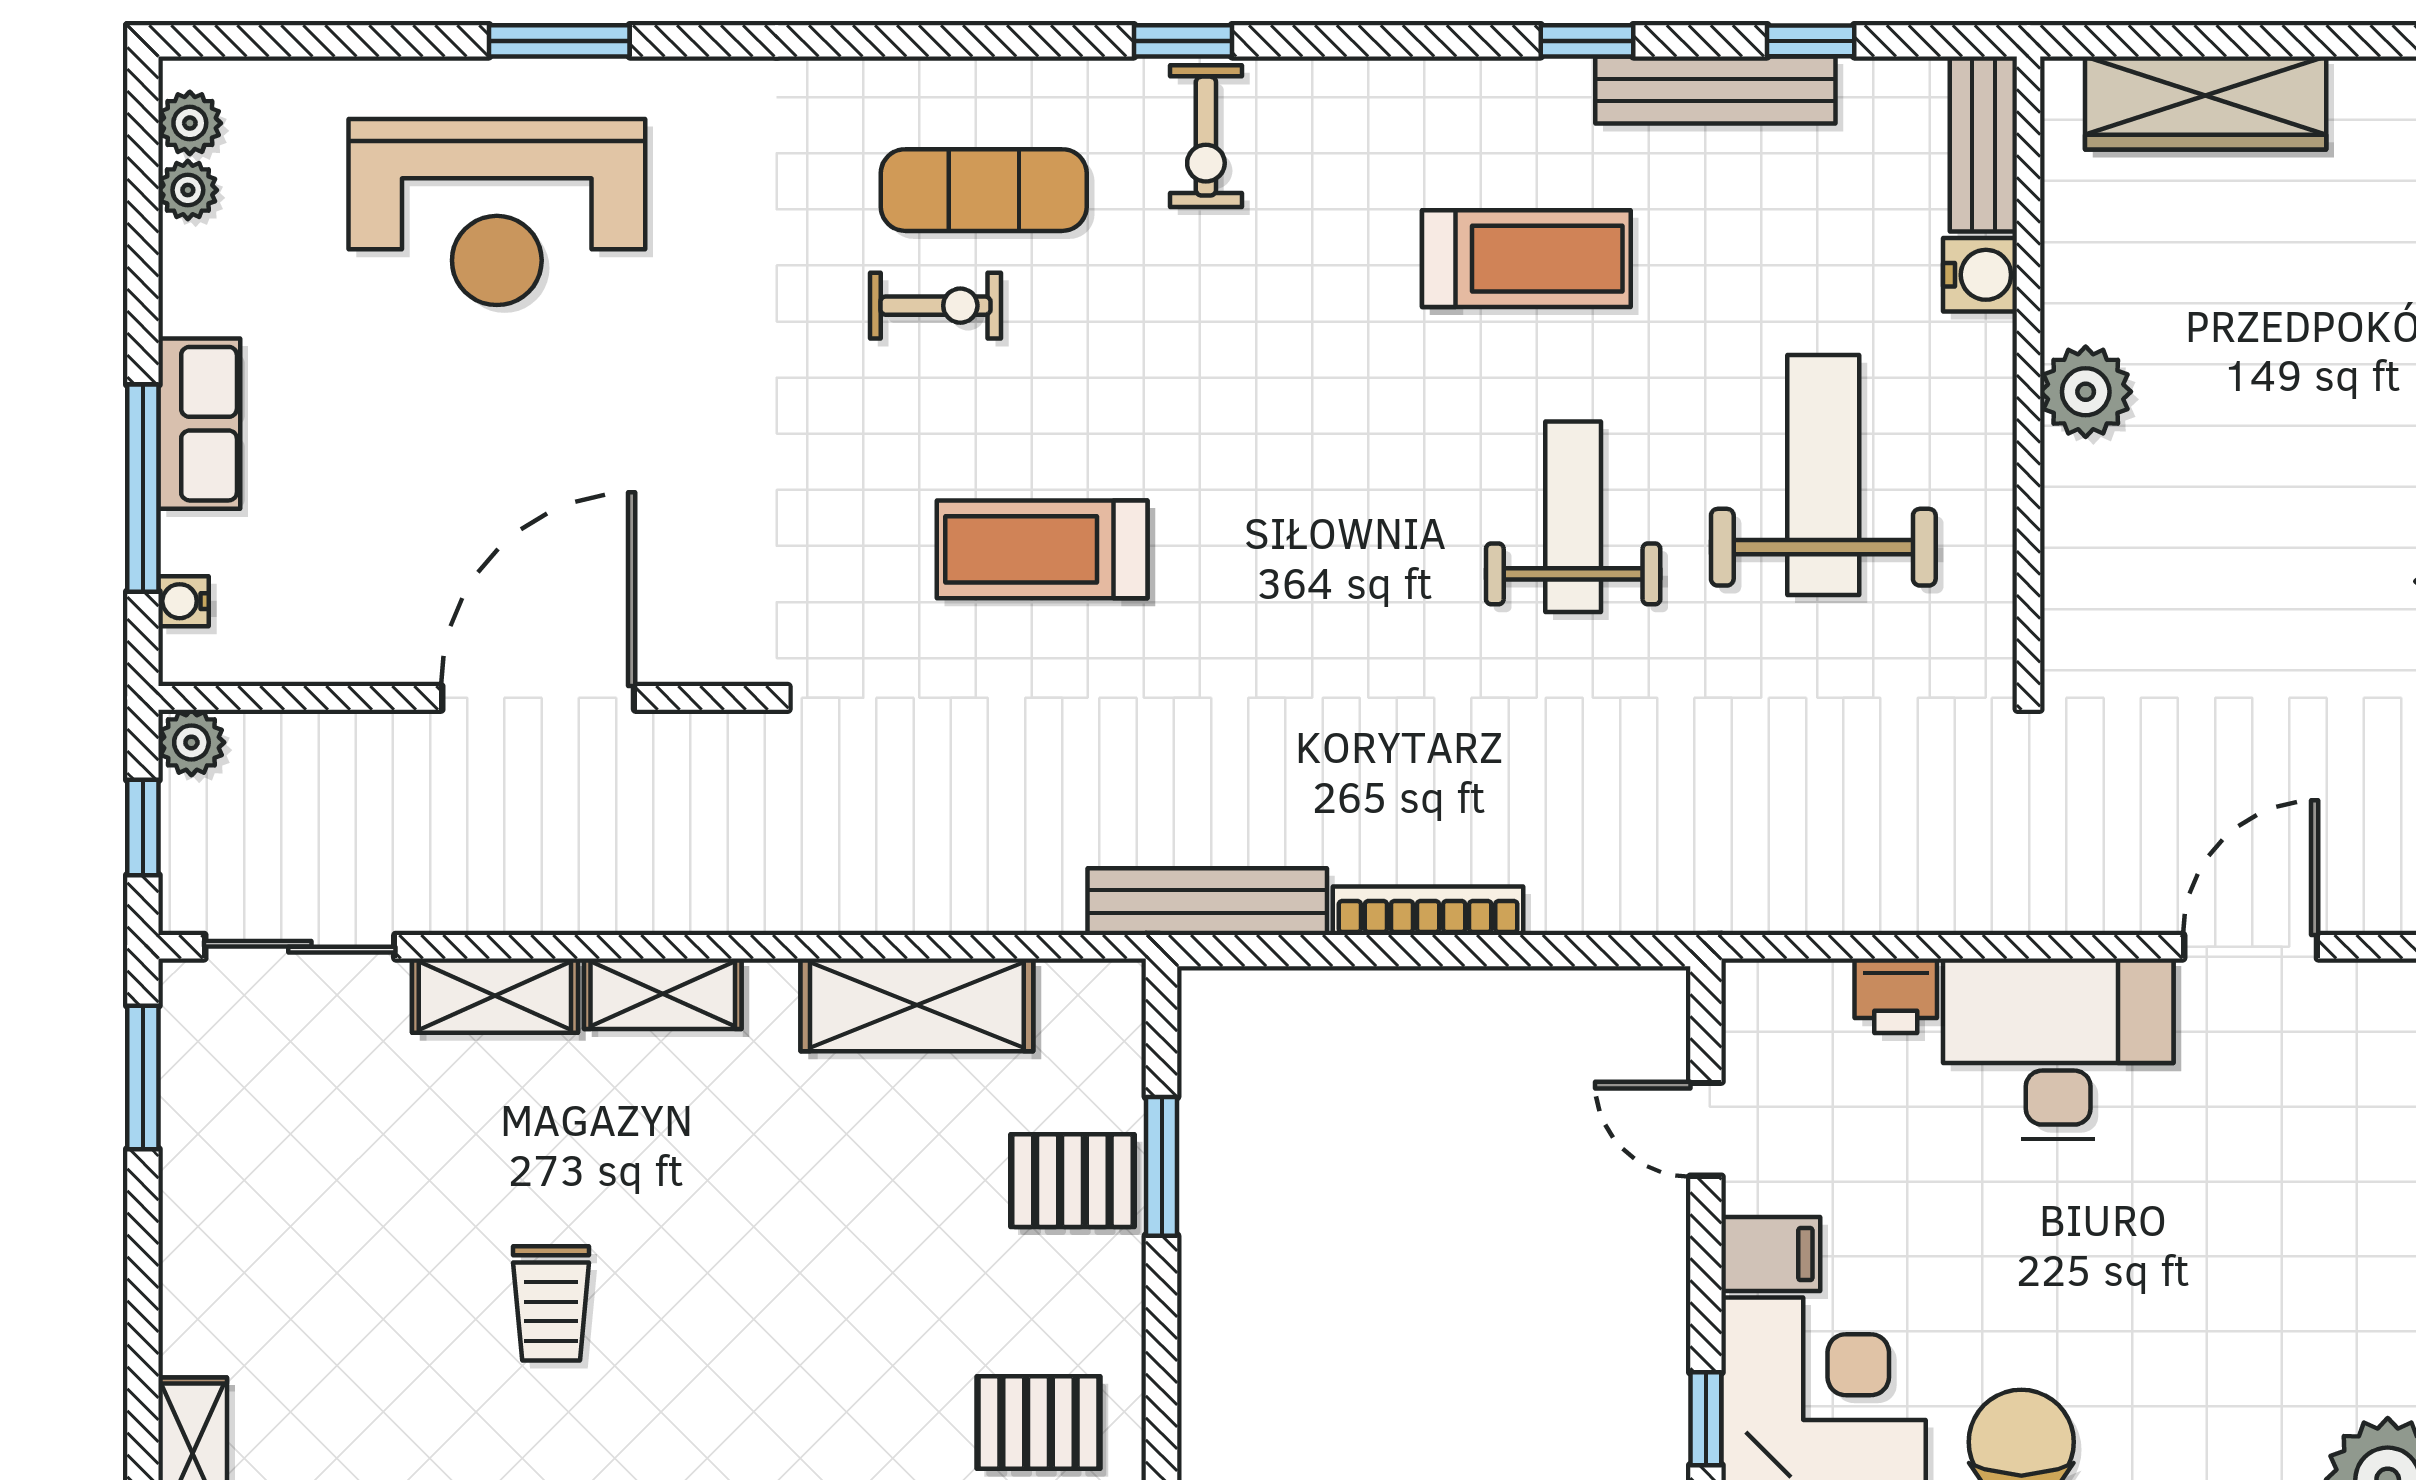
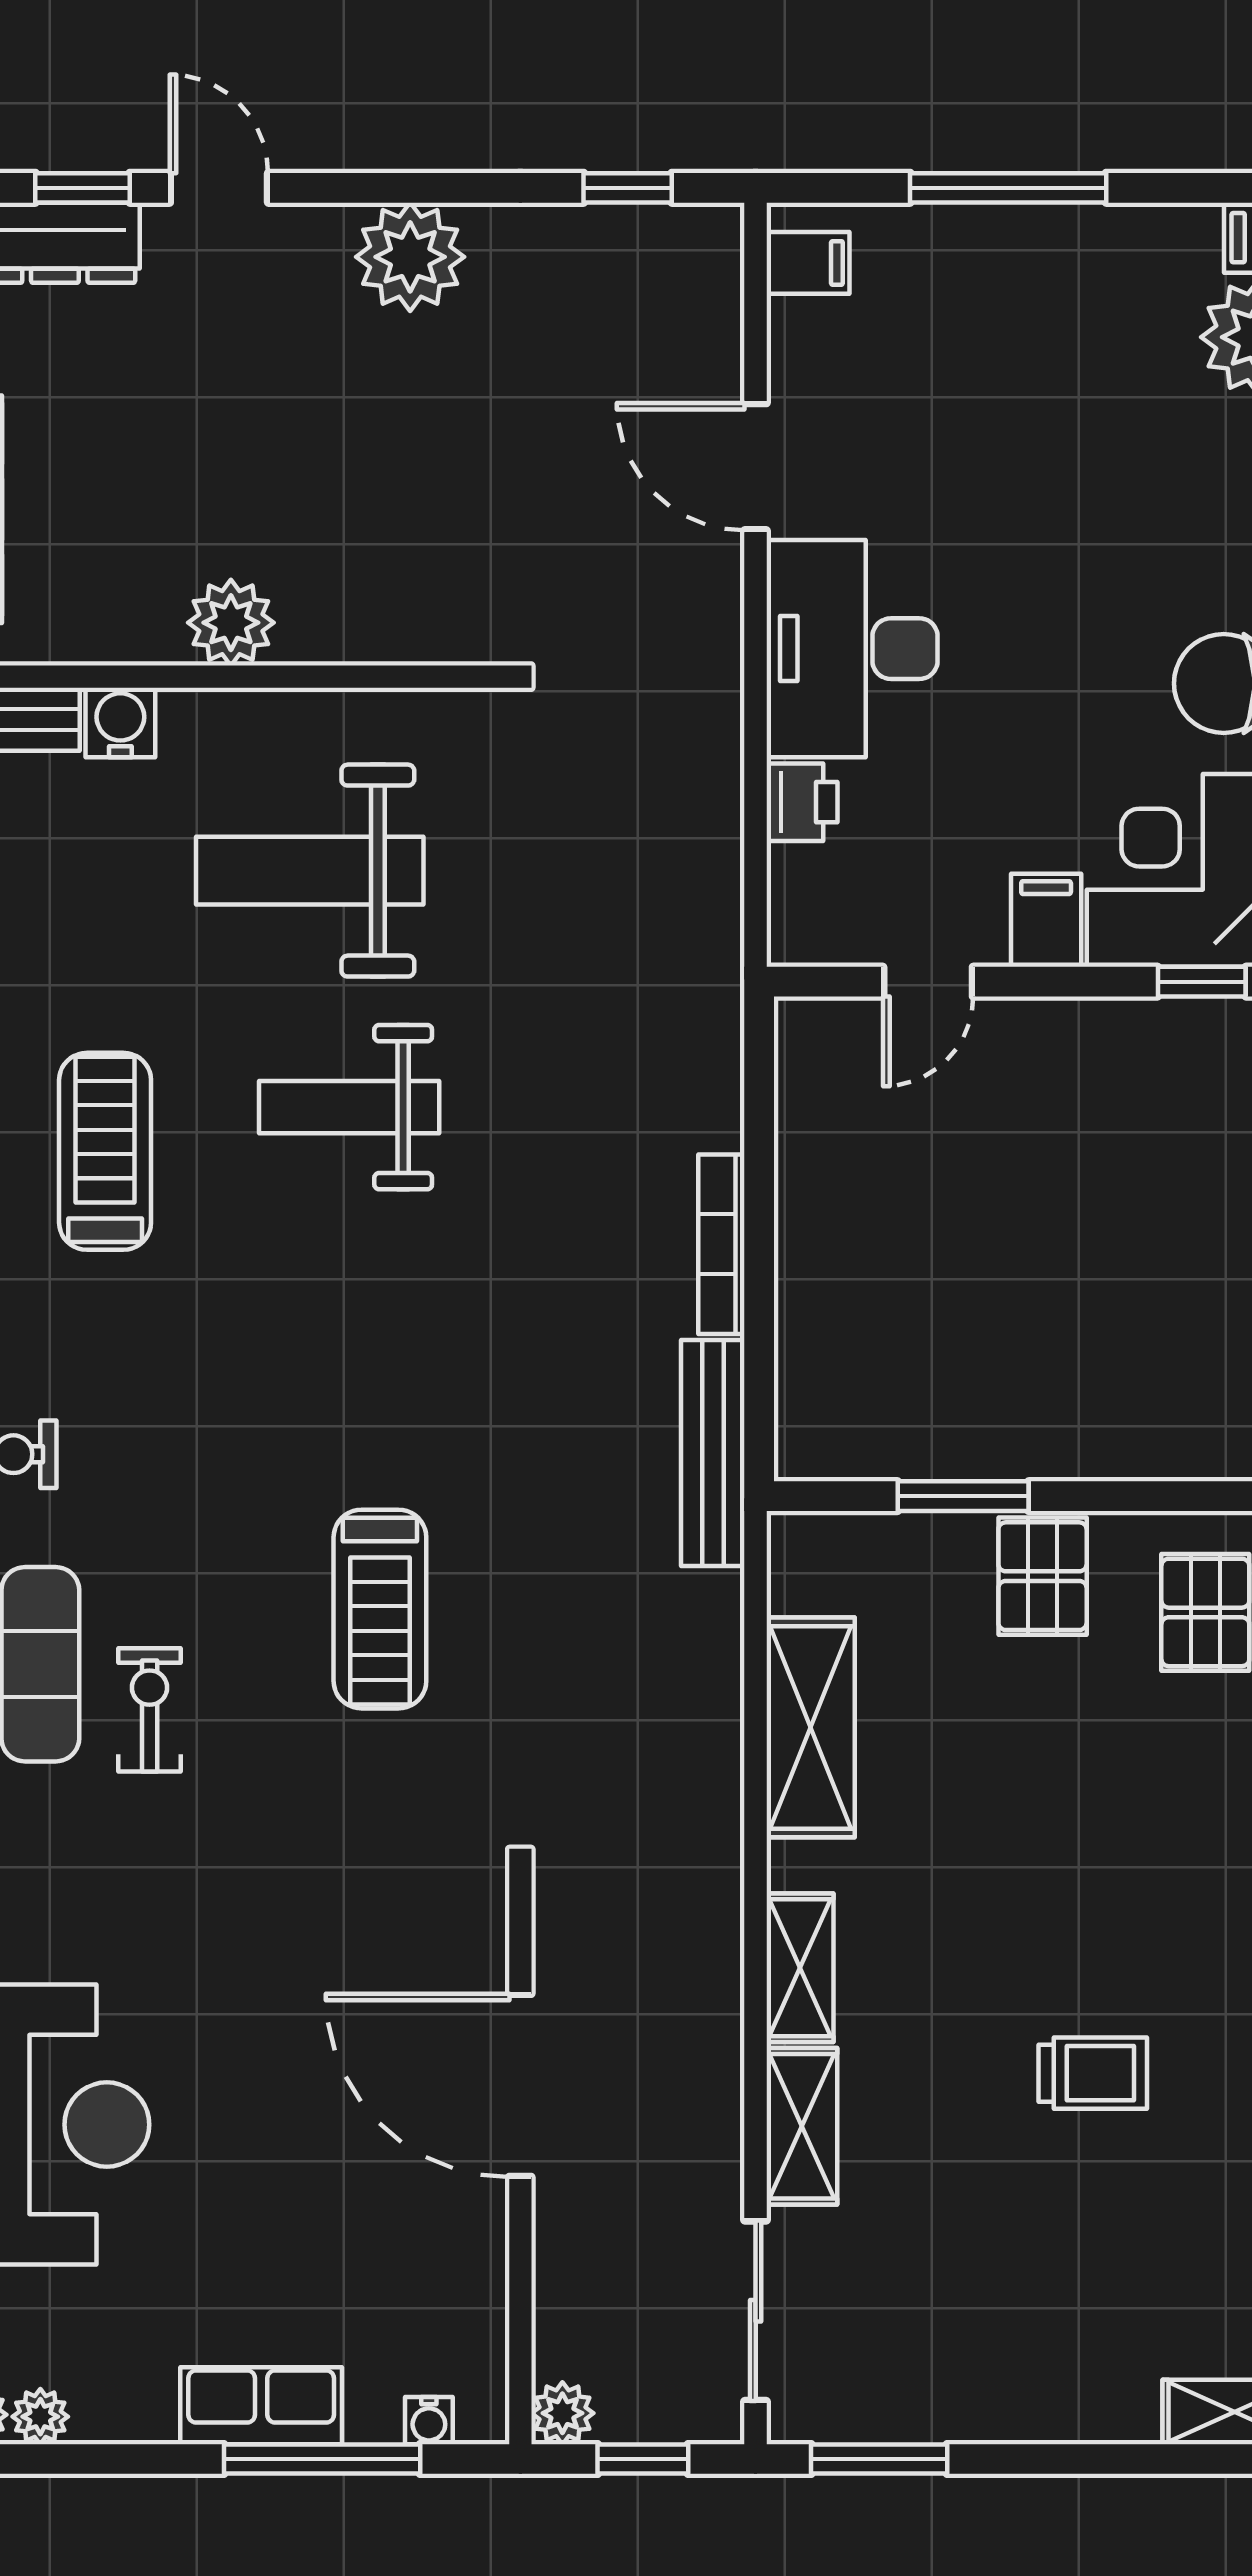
pallet: (1072, 1181) -> (1043, 1576), moved

